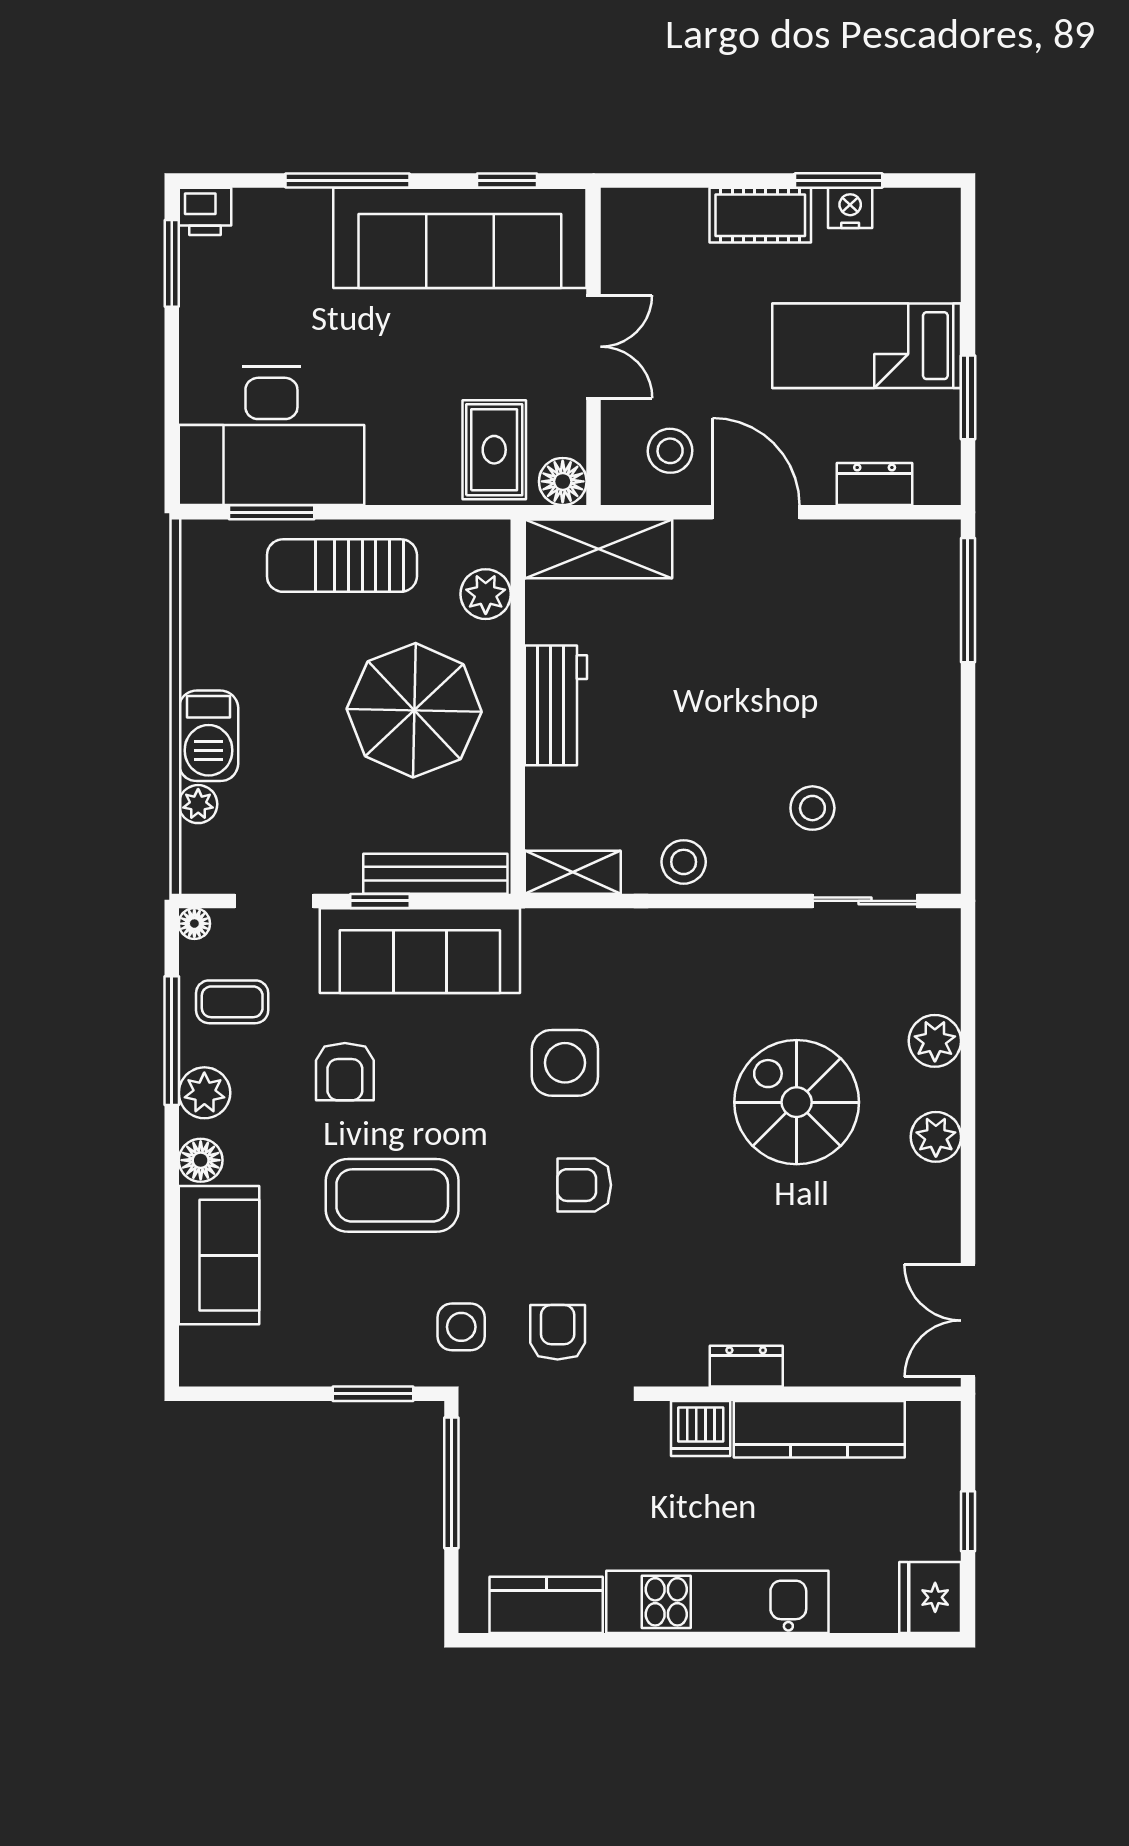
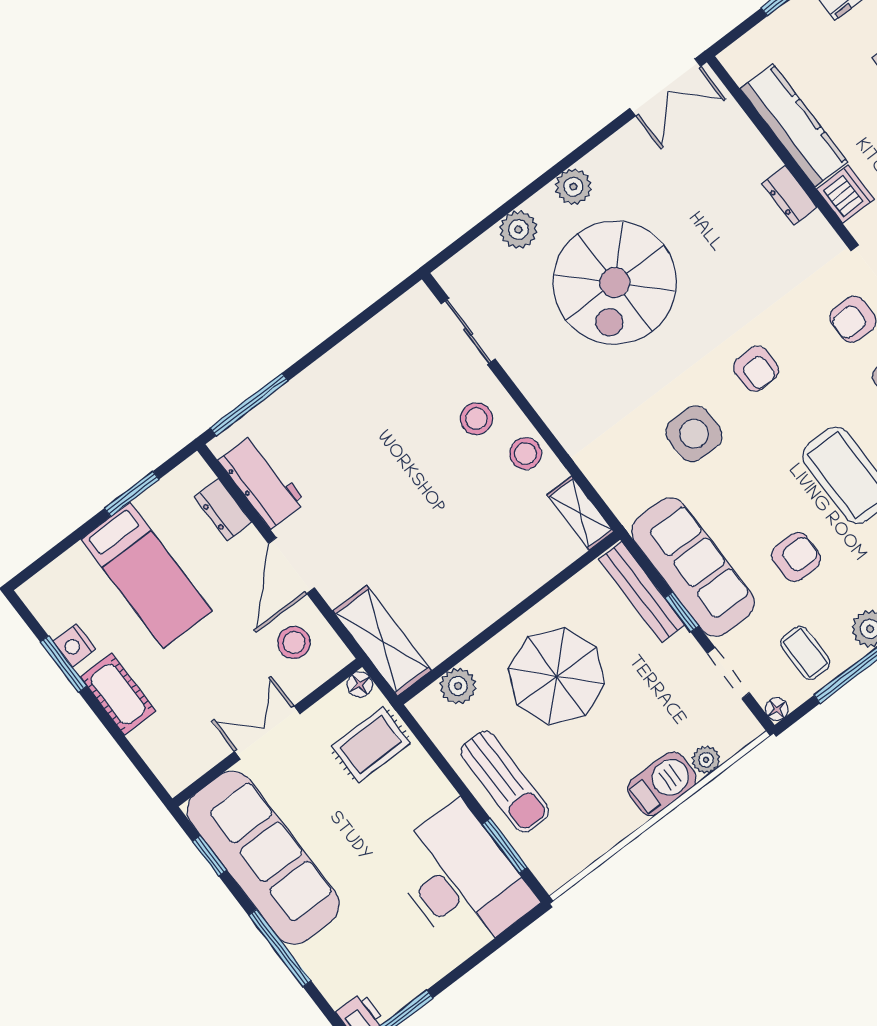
floor lamp: (563, 481) -> (360, 684), width x0.73, depth x0.73
workbench: (556, 705) -> (262, 481), moved, turned 90
stool: (812, 808) -> (476, 419), moved
spiral stairs: (797, 1102) -> (615, 282), width x1.37, depth x1.37

